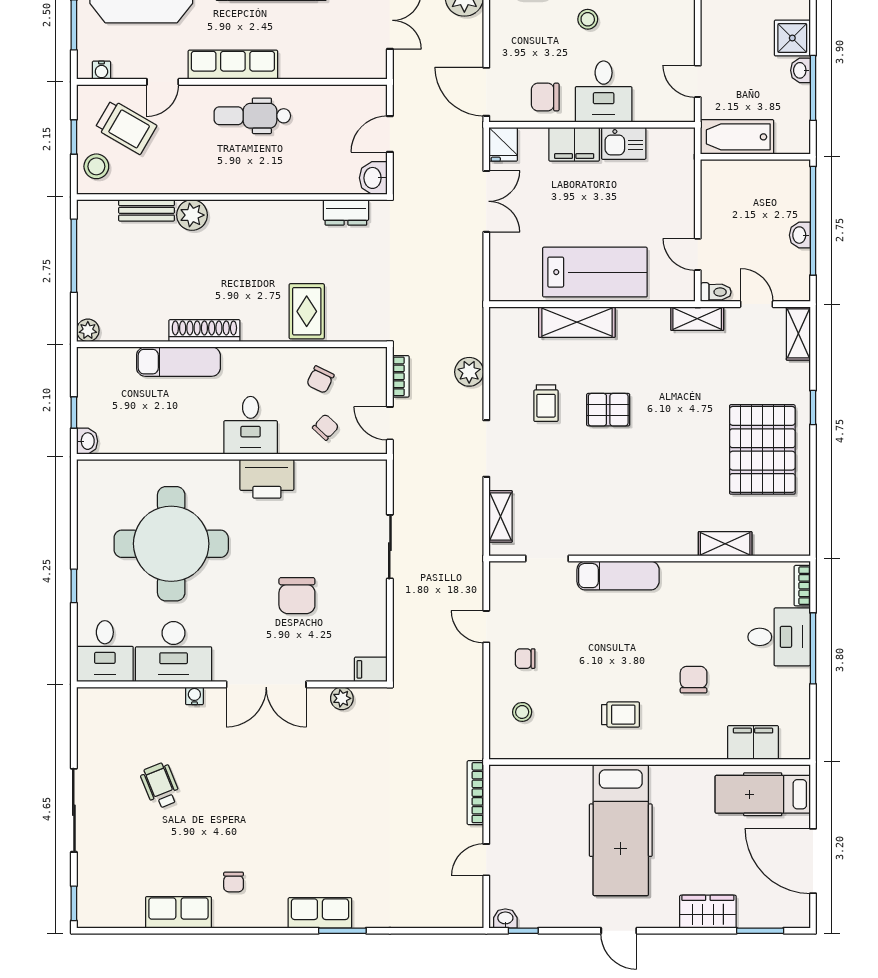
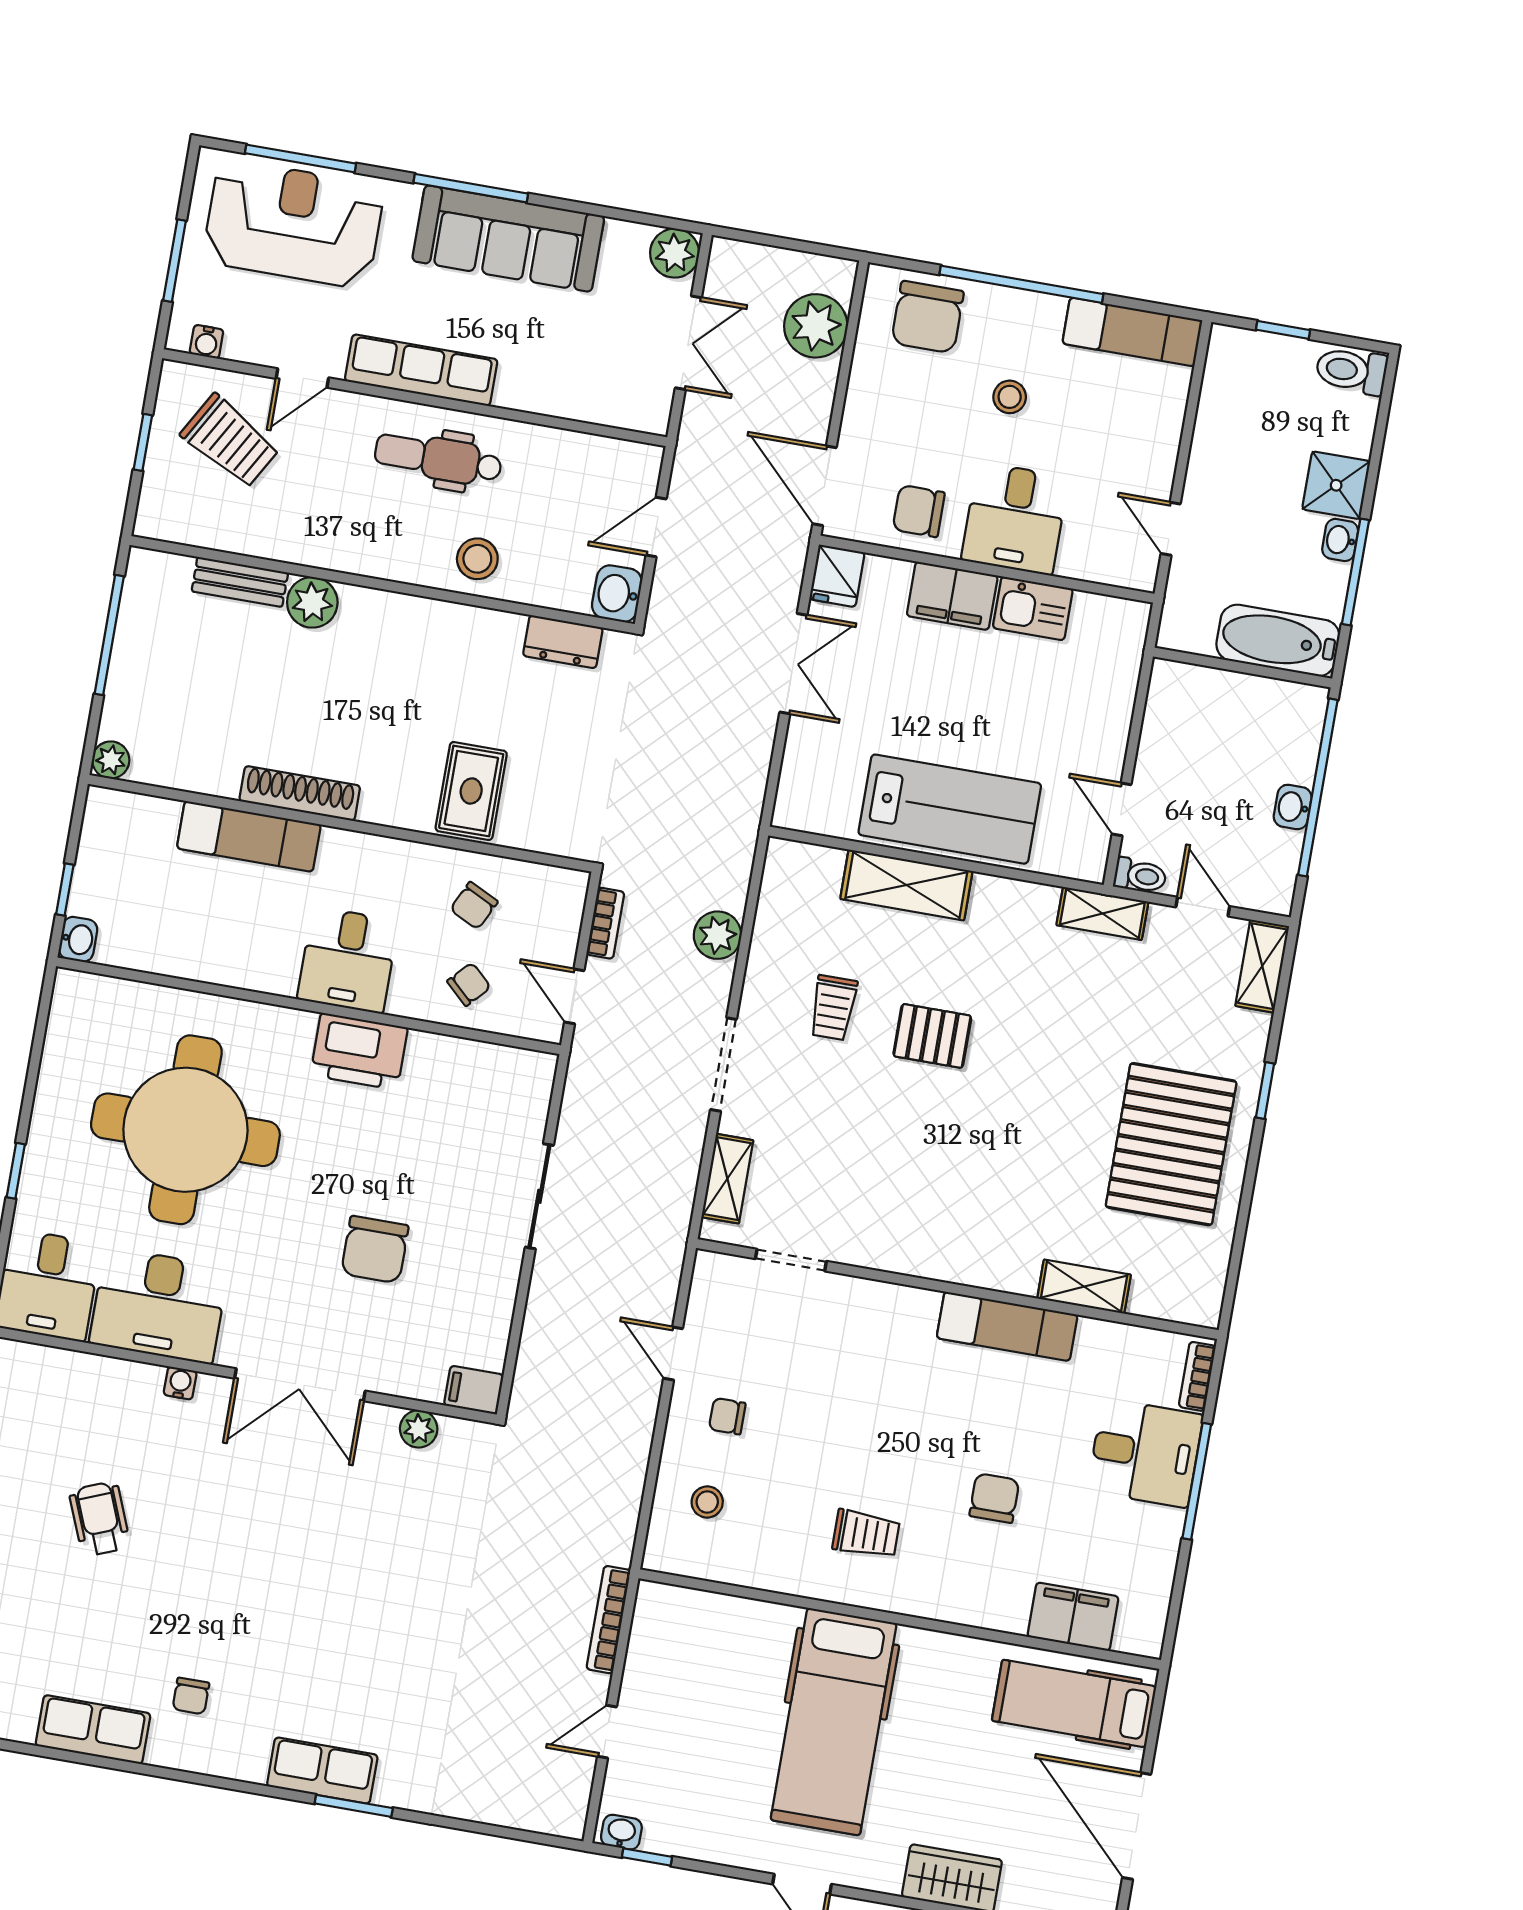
bathtub: (737, 137) -> (1278, 640), moved
stool: (96, 166) -> (477, 559), moved
exam couch: (618, 576) -> (1007, 1326), moved

